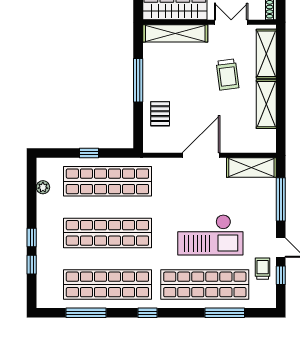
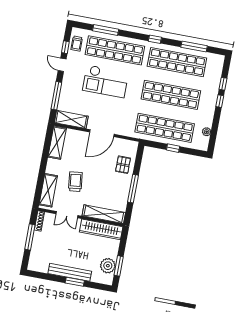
shelving: (266, 104) -> (57, 143), moved
checkout: (210, 235) -> (105, 81), turned 180
trolley: (263, 269) -> (77, 44), moved

